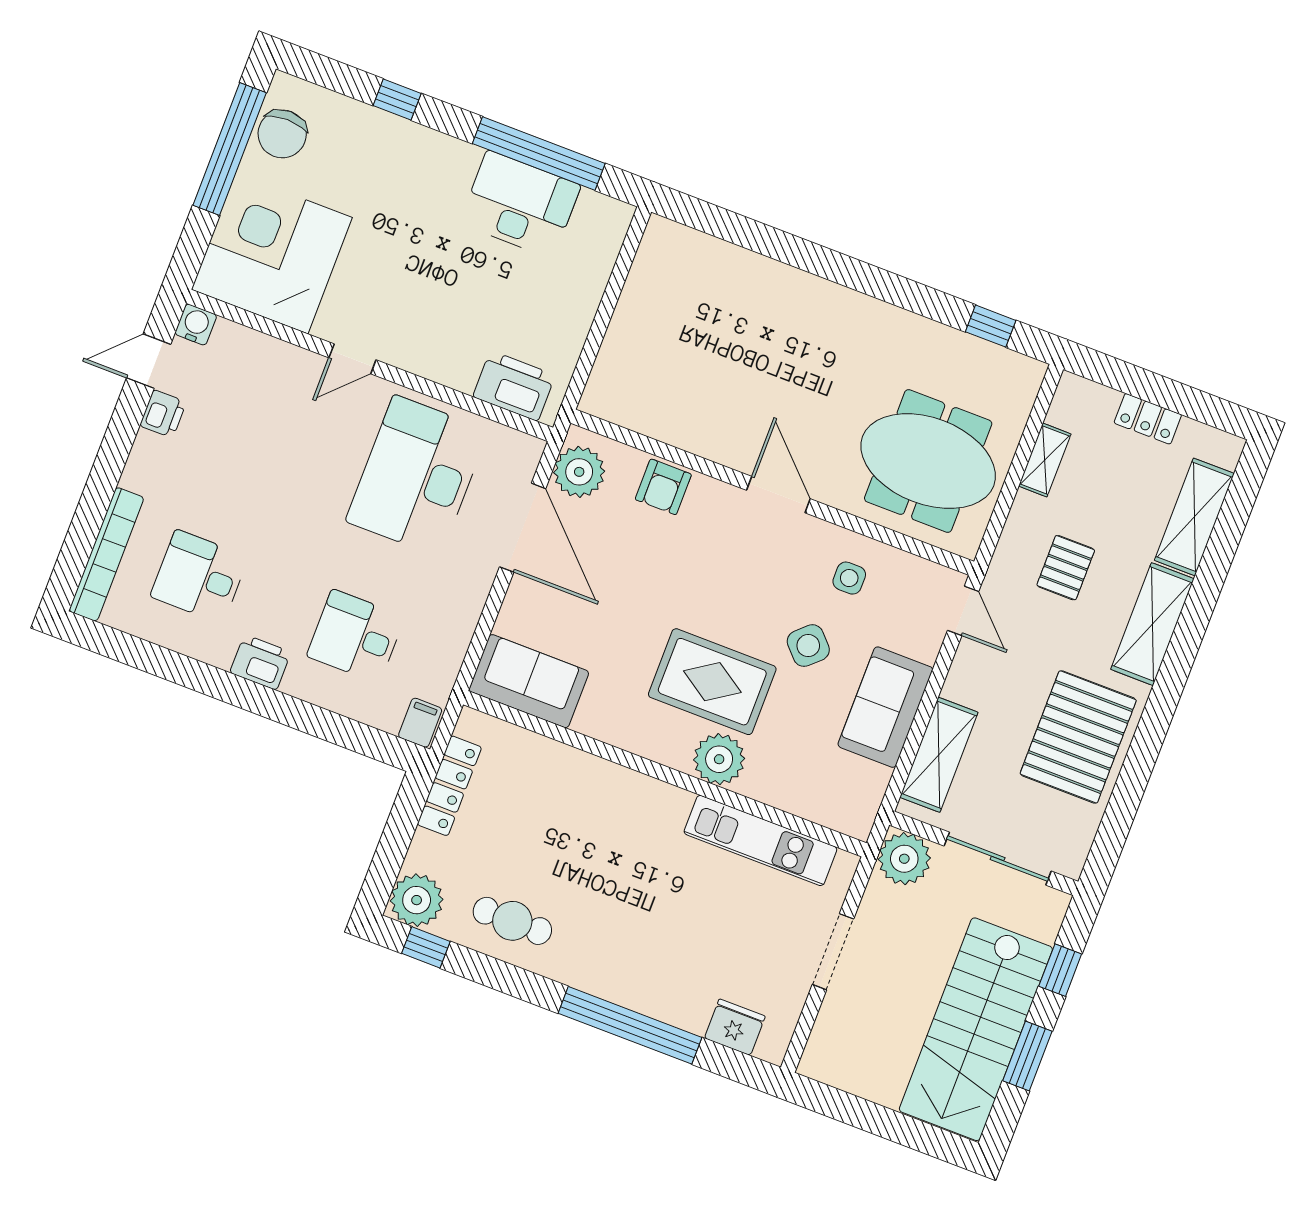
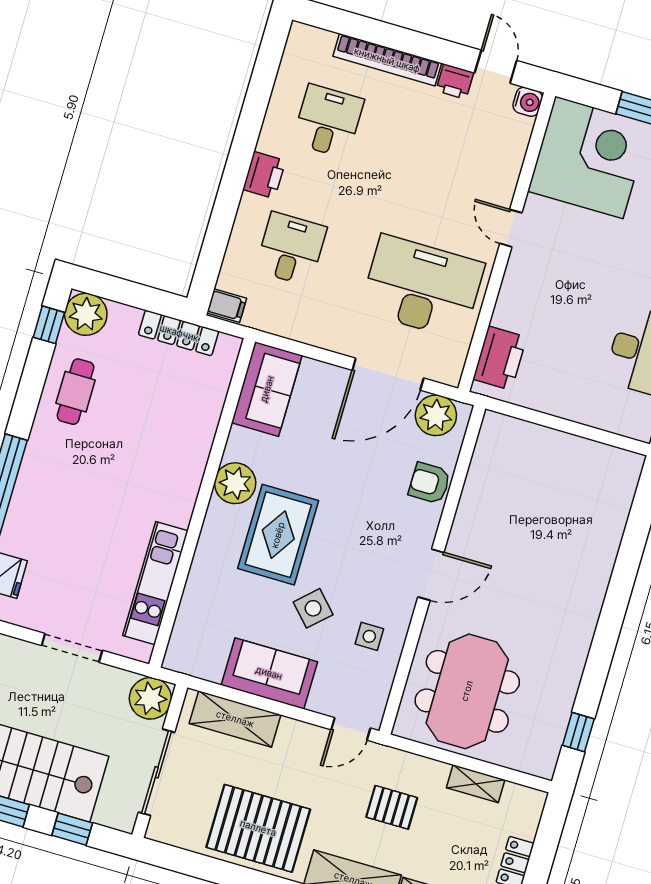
bookcase: (106, 554) -> (387, 60), moved
plant: (719, 759) -> (235, 483), moved

